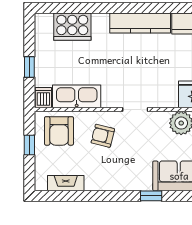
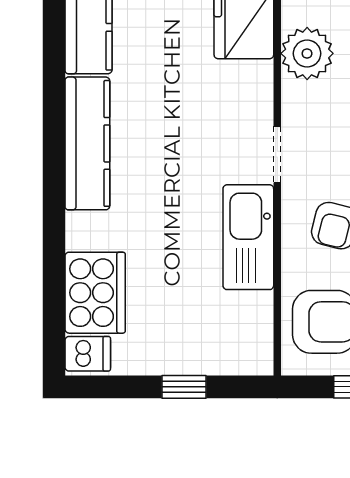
kitchen sink: (77, 96) -> (248, 237), moved
dishwasher: (43, 98) -> (88, 354), moved, turned 180

